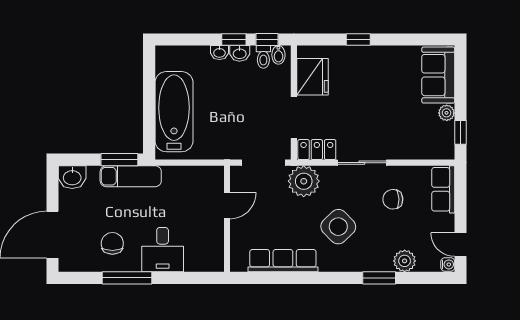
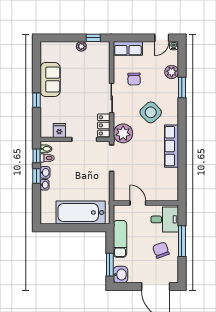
sofa: (438, 75) -> (50, 79), moved, turned -90
fridge: (313, 77) -> (59, 130), width x0.53, depth x0.75
window: (119, 160) -> (110, 265), moved
door: (227, 206) -> (138, 203), moved
wall: (227, 219) -> (146, 203), moved
chair: (112, 243) -> (161, 250), turned 70

